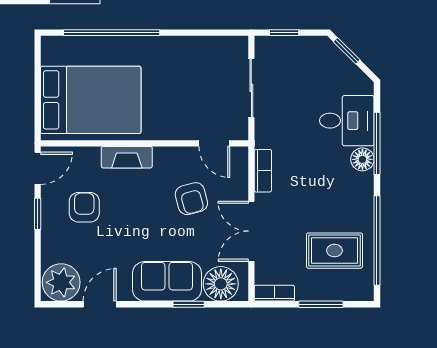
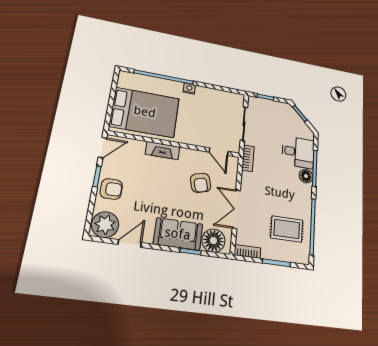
nightstand: (155, 44) -> (189, 89), added
bookcase: (263, 171) -> (248, 158), moved
armchair: (84, 207) -> (111, 189), moved, turned 90

